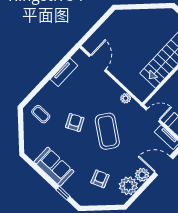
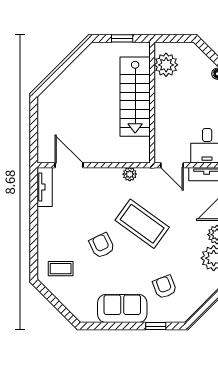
tv unit: (64, 72) -> (45, 187), moved
door: (153, 115) -> (172, 165), swing flipped
armchair: (100, 179) -> (165, 287), moved

